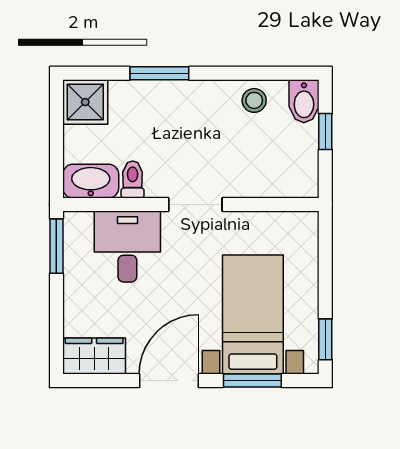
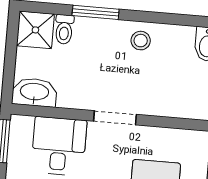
stool: (254, 100) -> (141, 41), moved
toilet: (133, 180) -> (64, 29), moved, turned 180

